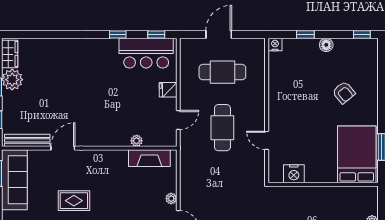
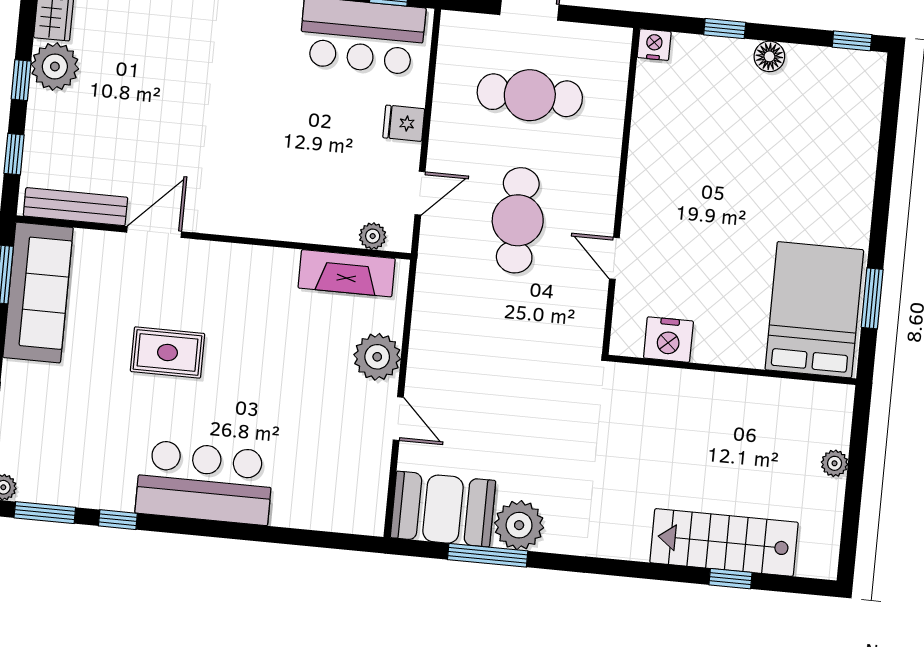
armchair: (344, 93) -> (799, 167), removed
plant: (137, 141) -> (373, 236), moved
plant: (171, 199) -> (377, 357), width x1.88, depth x1.88

